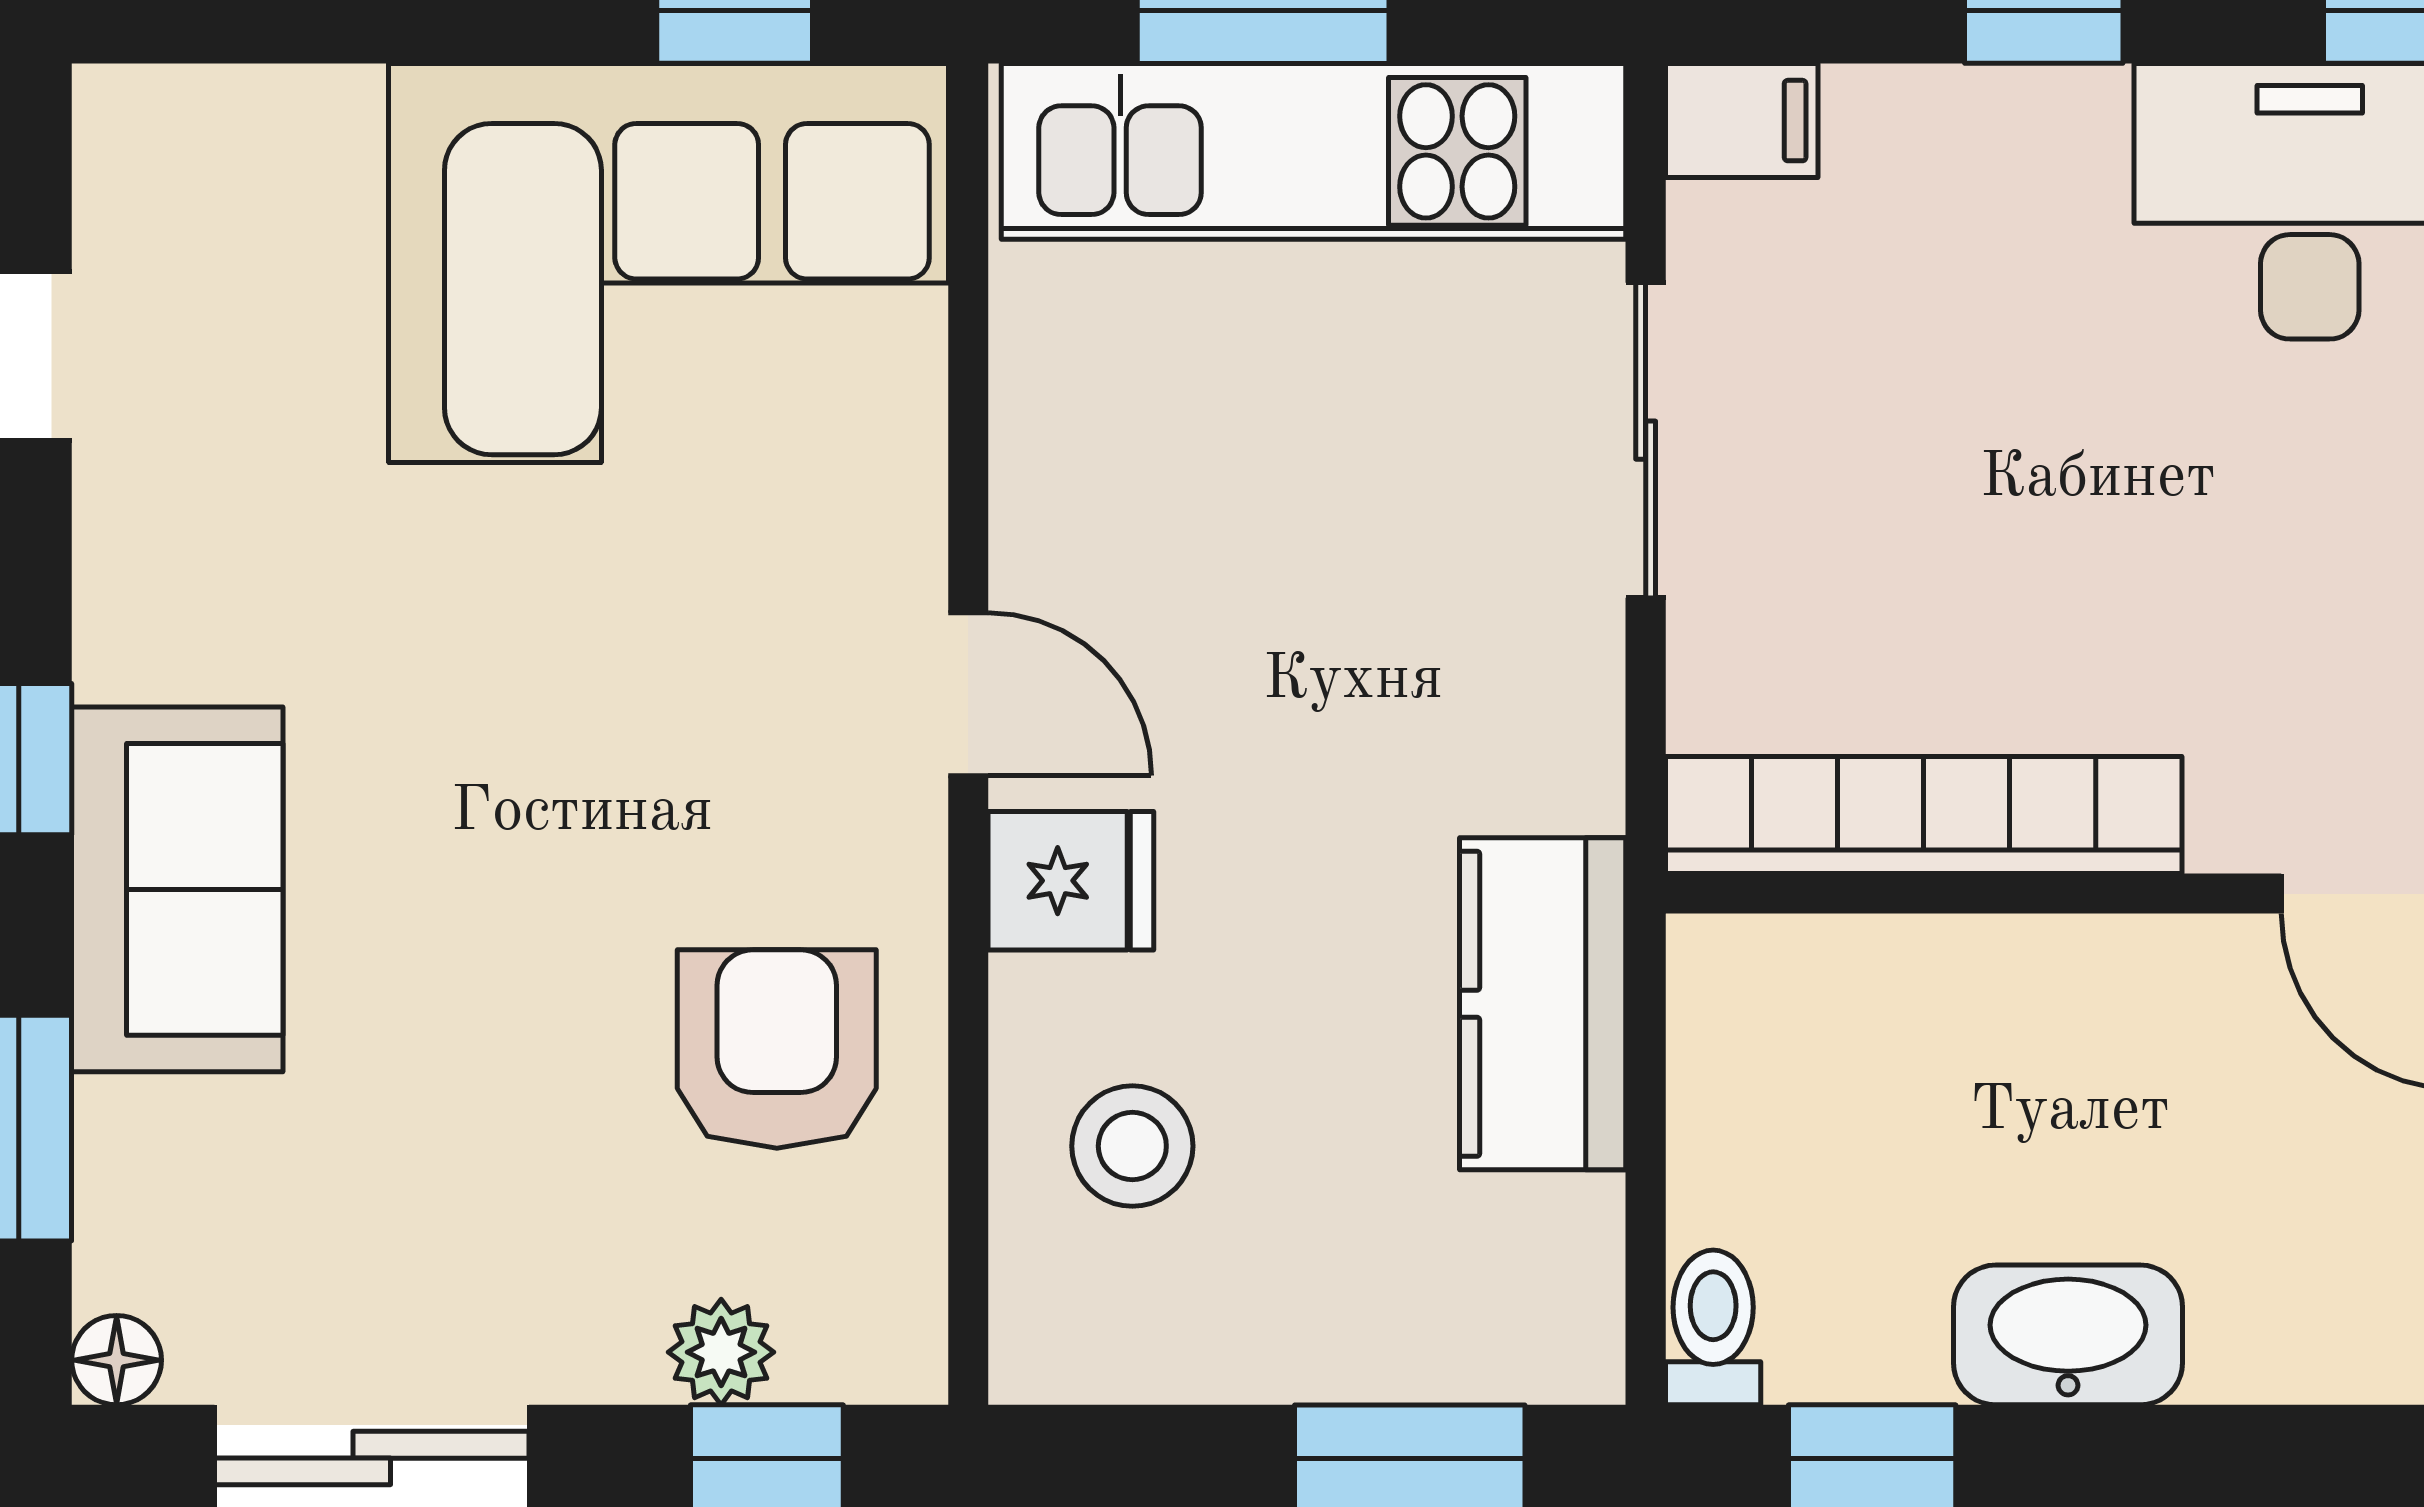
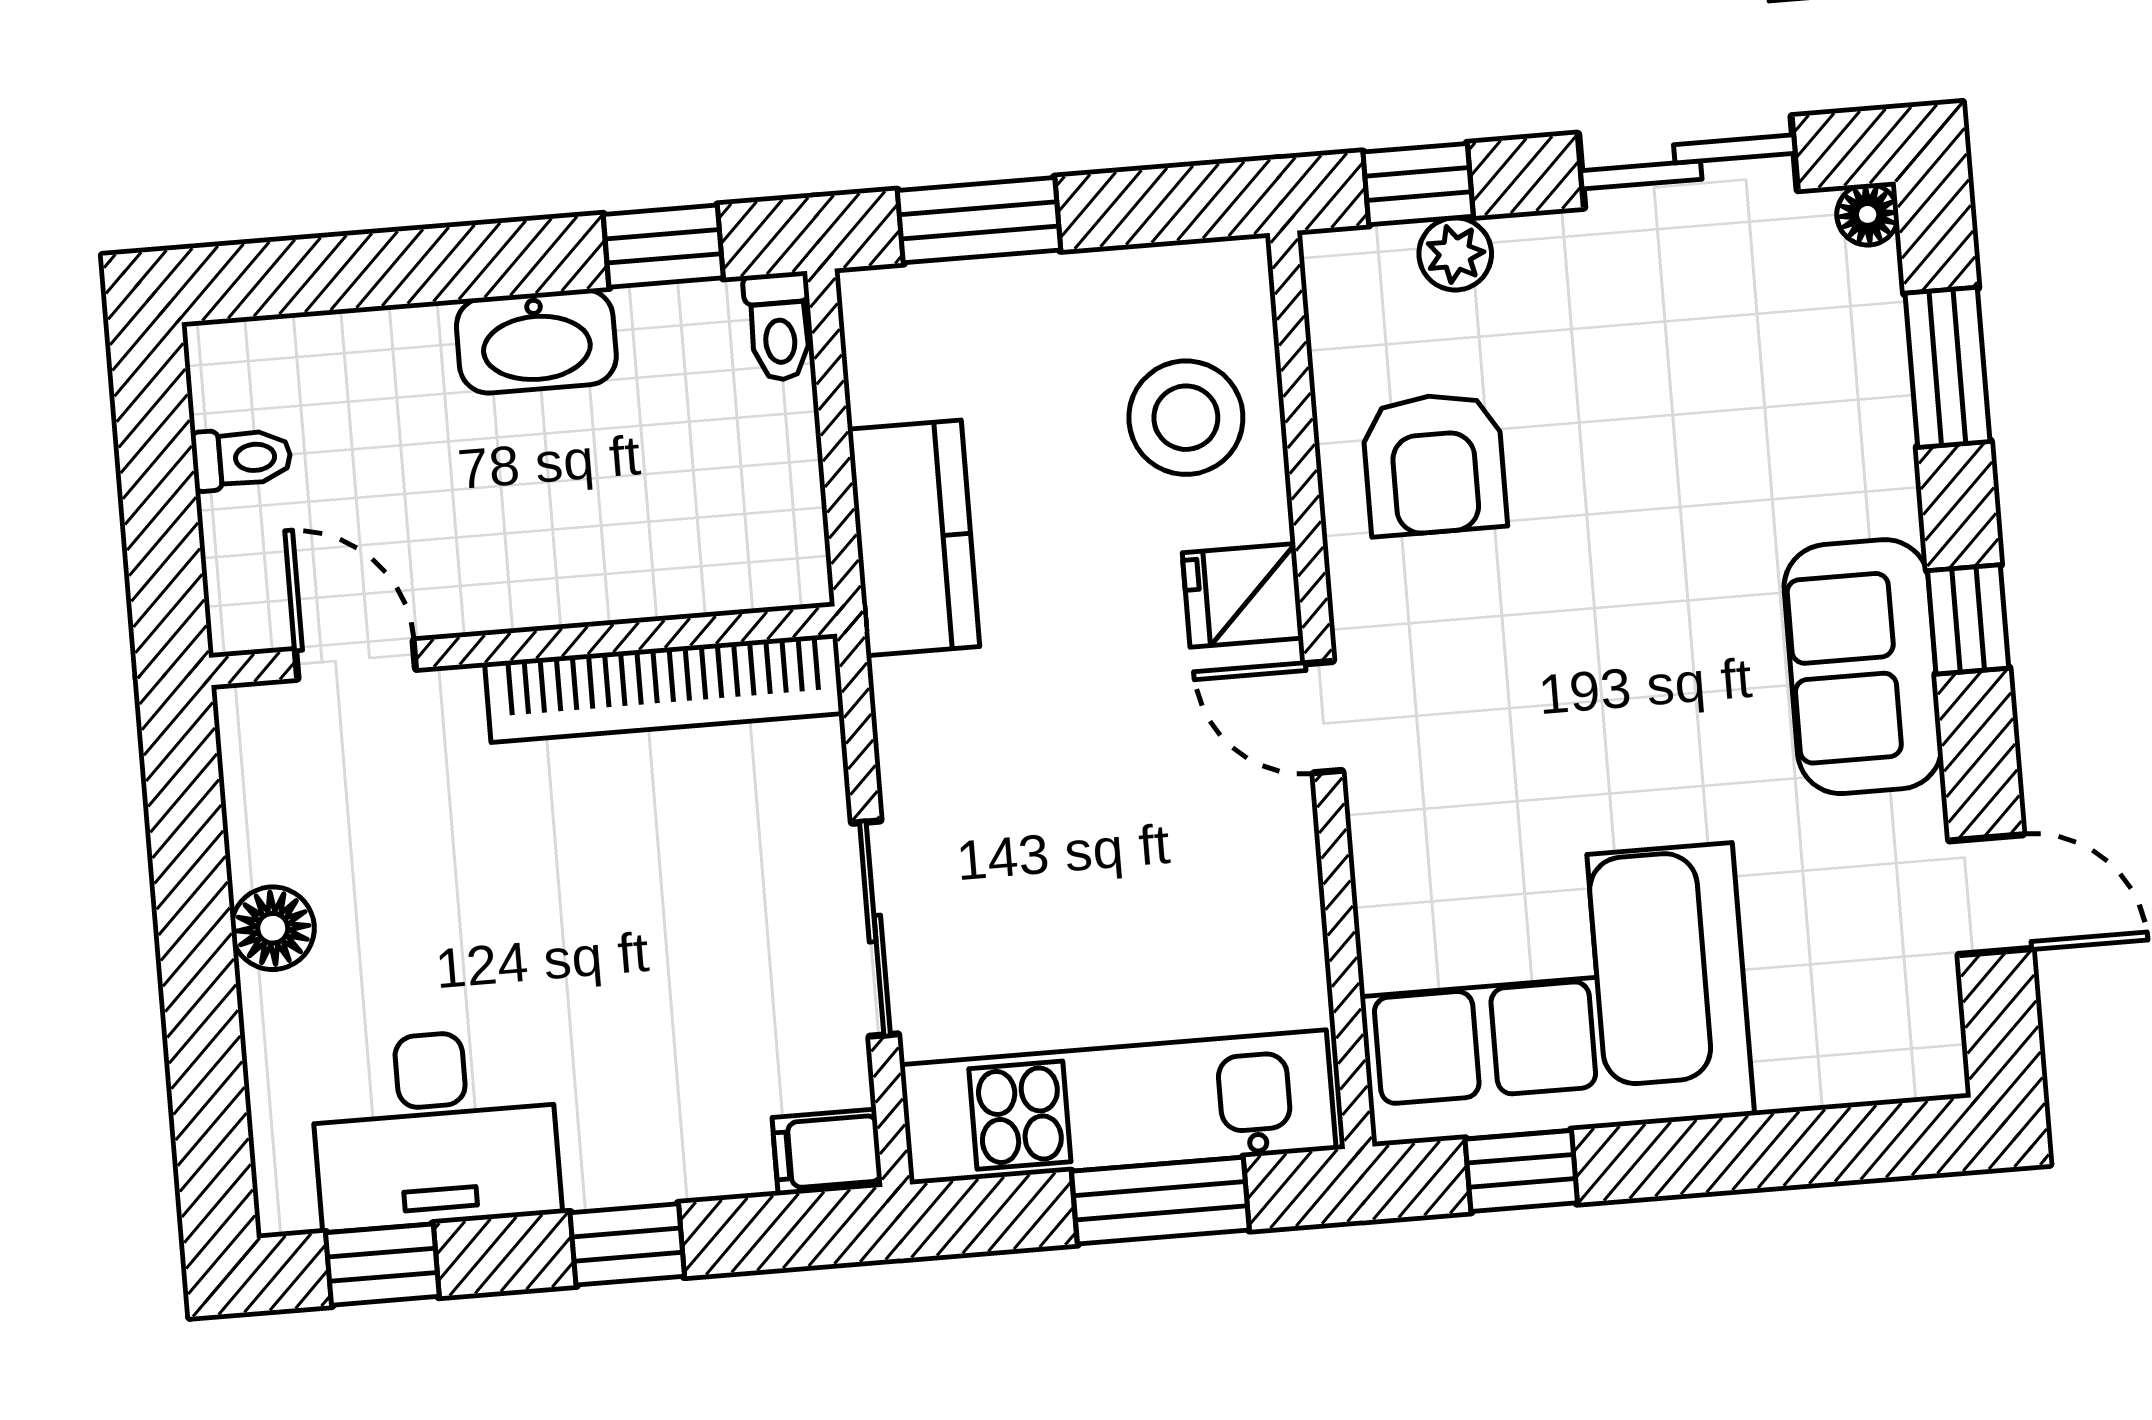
sofa: (177, 889) -> (1863, 667), moved
stool: (1132, 1146) -> (1186, 418), width x1.38, depth x1.38

